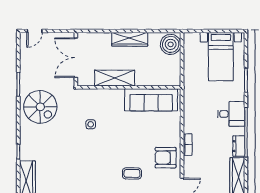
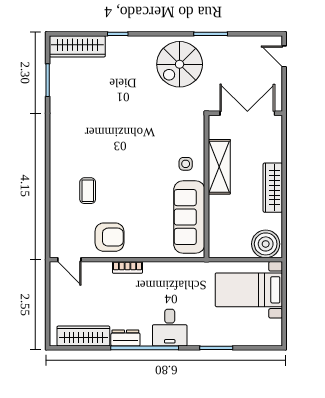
bed with nightstands: (221, 57) -> (249, 290), moved
side table: (91, 124) -> (186, 164), moved
armchair: (166, 158) -> (109, 237), turned 90

